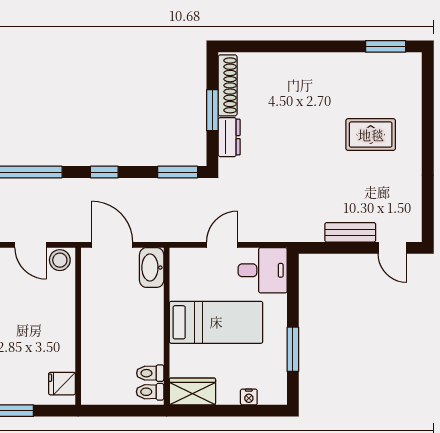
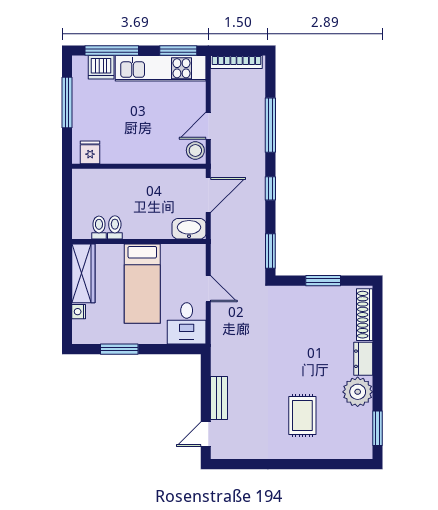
plant: (343, 70) -> (358, 392), added
shoe rack: (228, 85) -> (365, 315), moved, turned 90
dresser: (229, 137) -> (363, 359), moved, turned 90
wardrobe: (192, 391) -> (83, 273), width x1.50
toilet: (150, 392) -> (115, 227), moved

